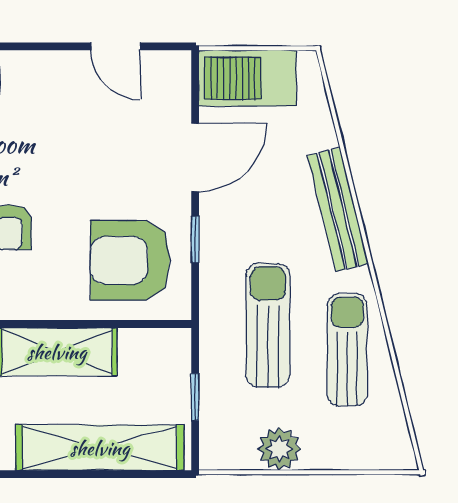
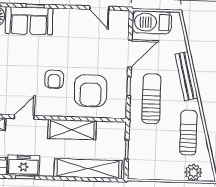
armchair: (130, 260) -> (91, 91), moved, turned -90
sun lounger: (268, 325) -> (151, 99), moved
plant: (279, 449) -> (193, 172), moved

